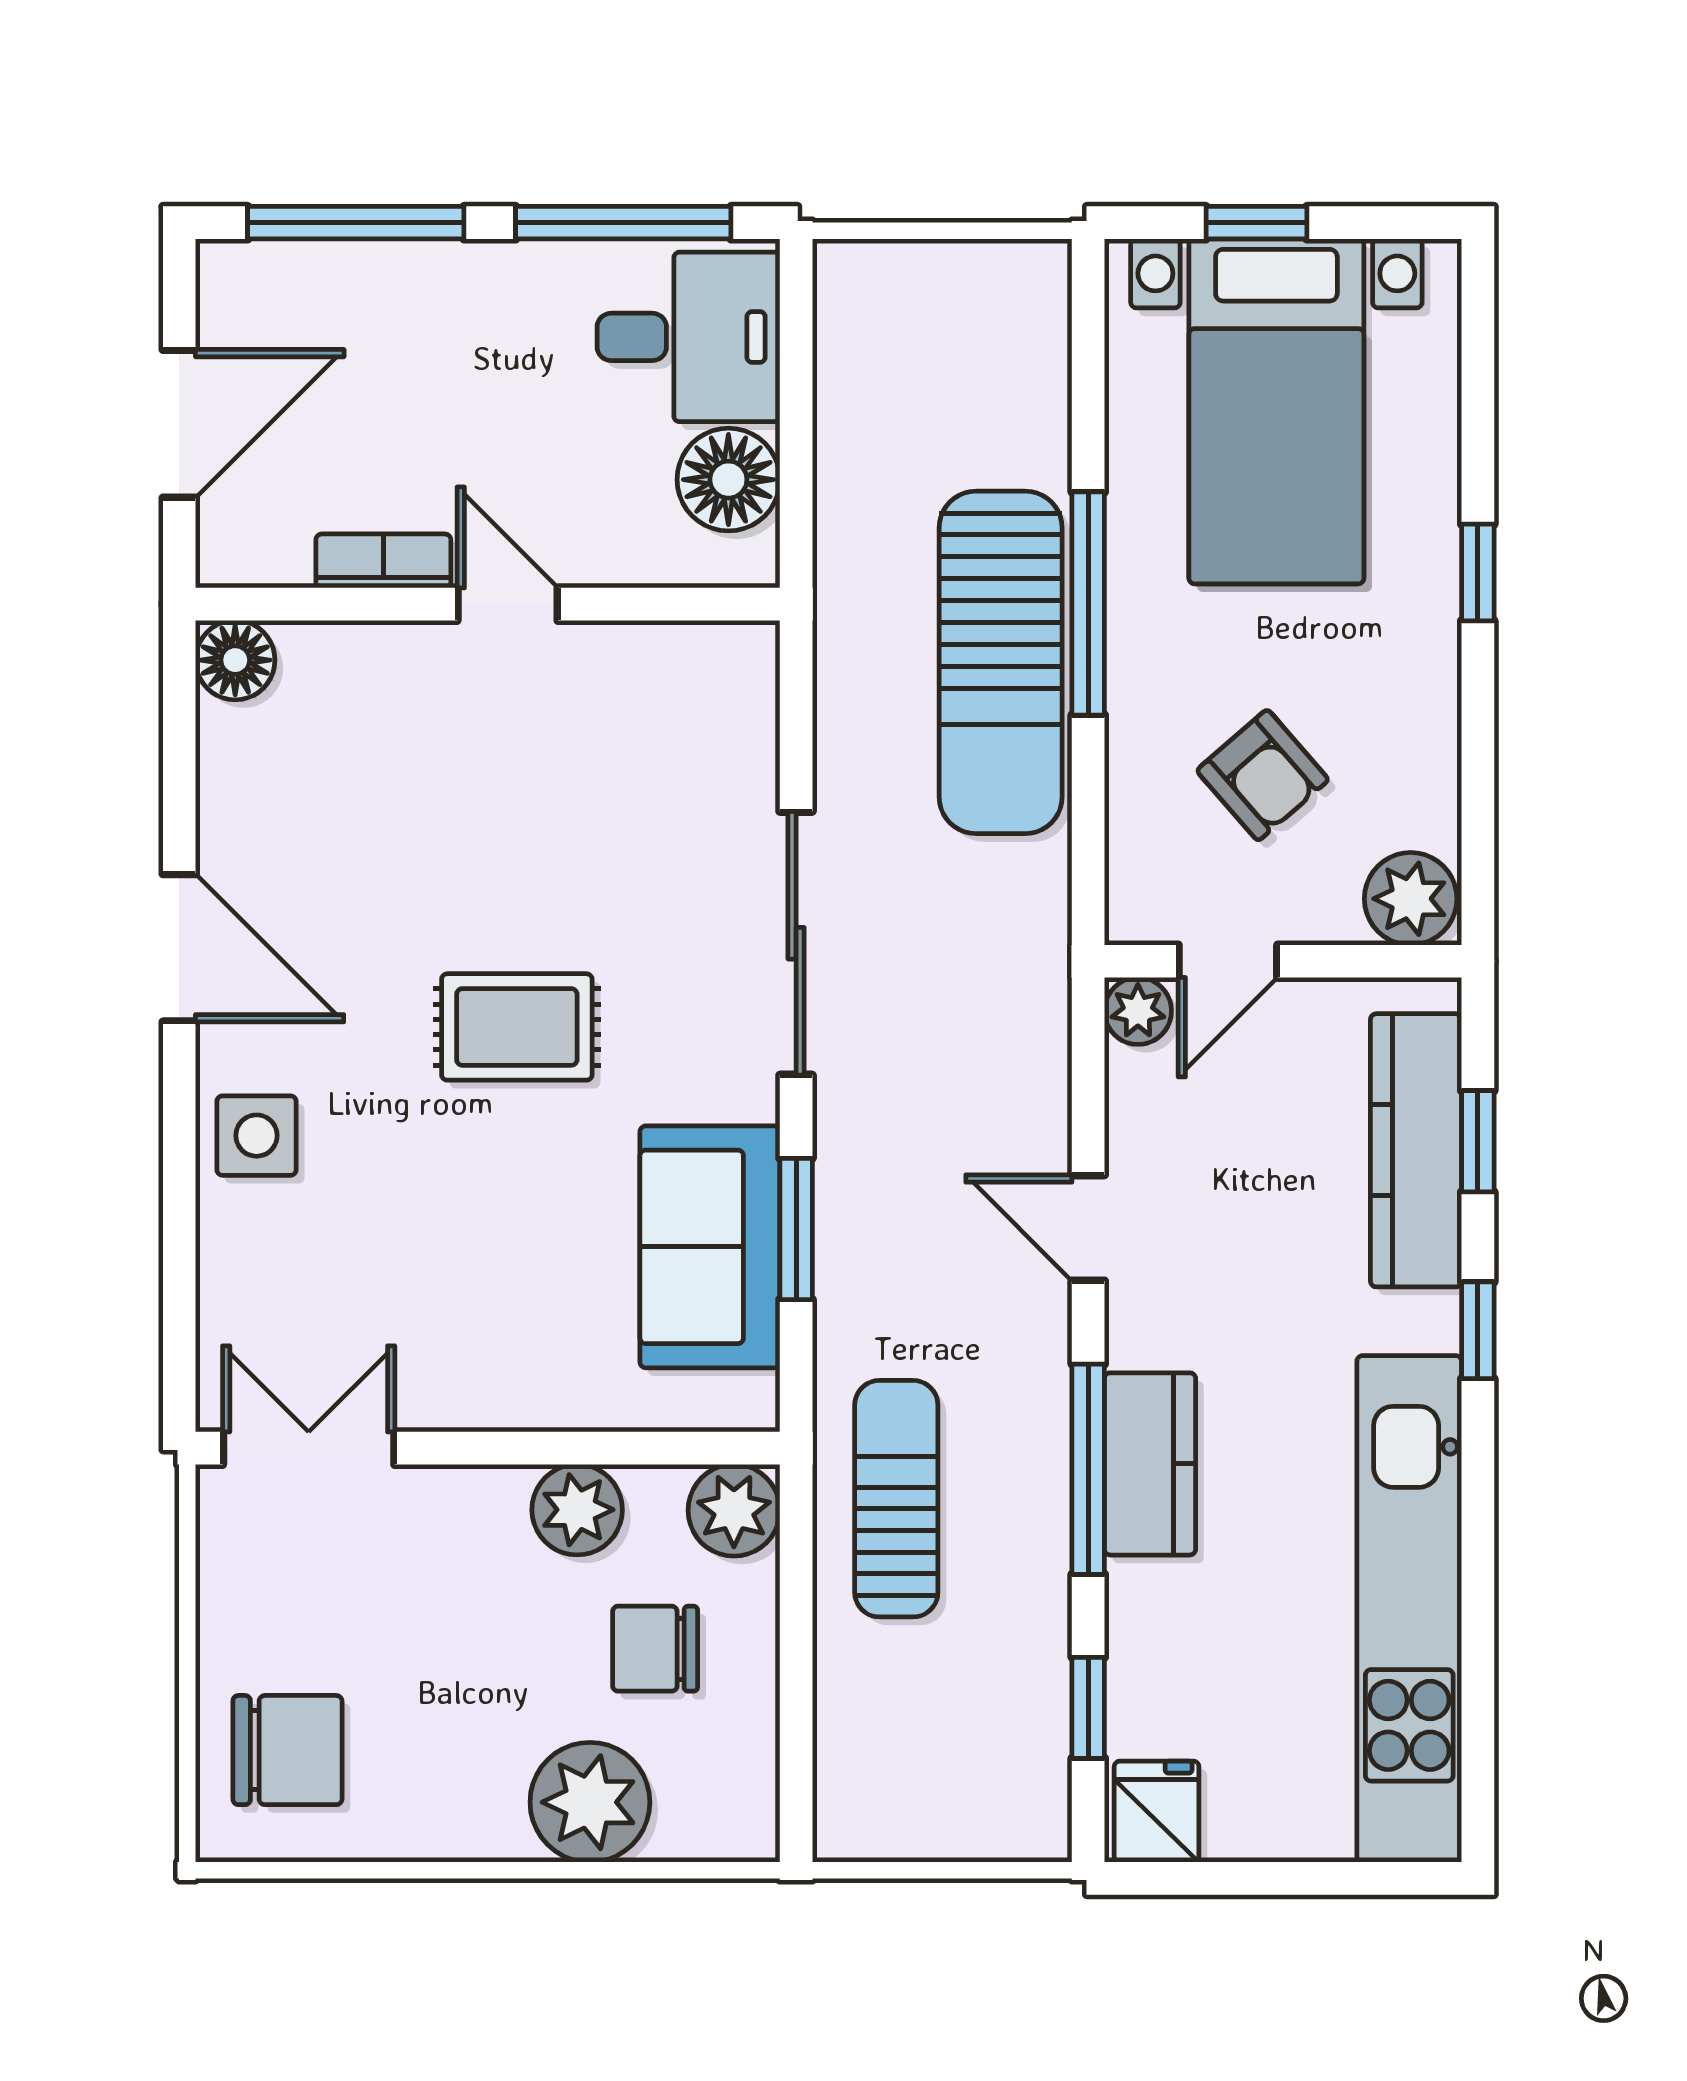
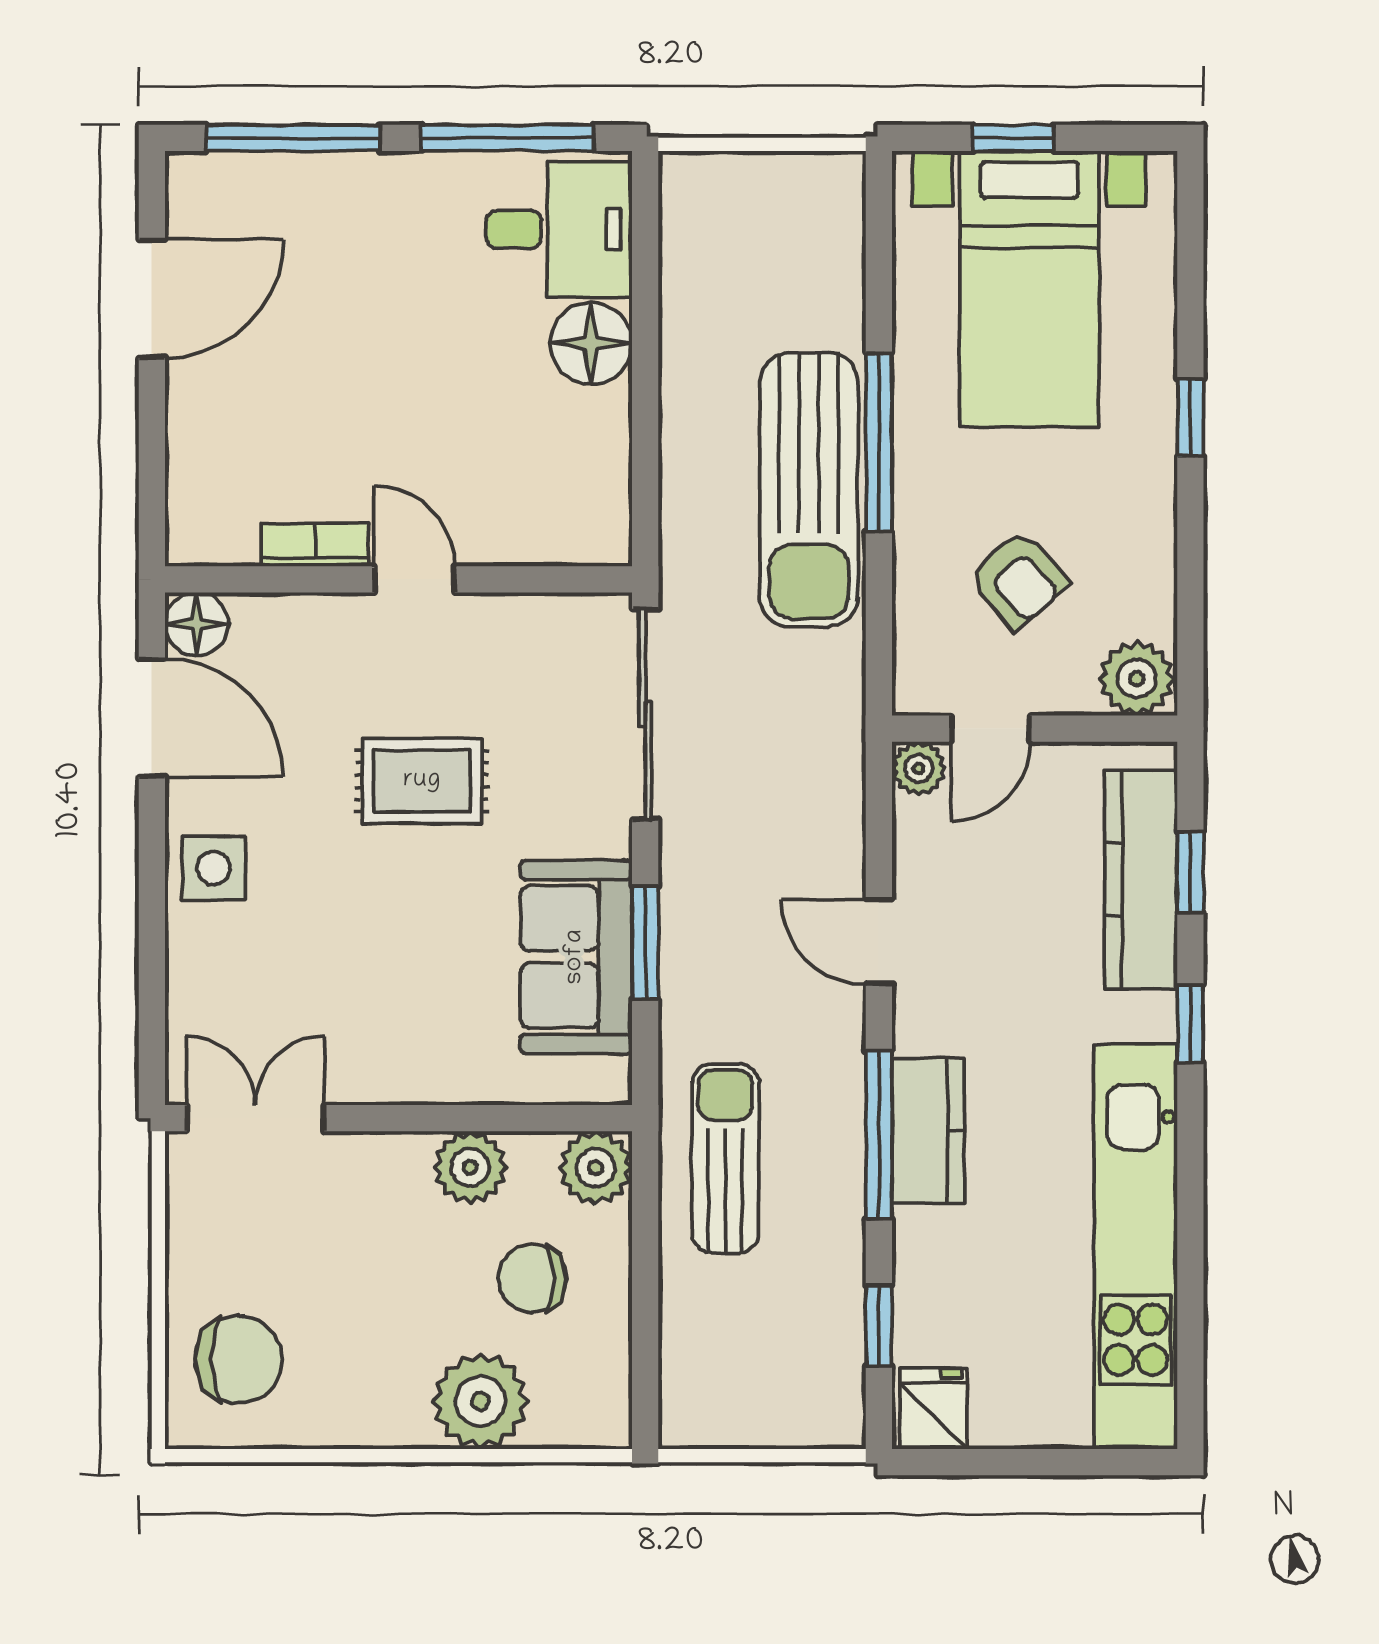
bookcase: (383, 561) -> (315, 545), moved
wall: (488, 604) -> (399, 579), moved
door: (508, 604) -> (415, 579), moved
floor lamp: (235, 660) -> (197, 624), moved

